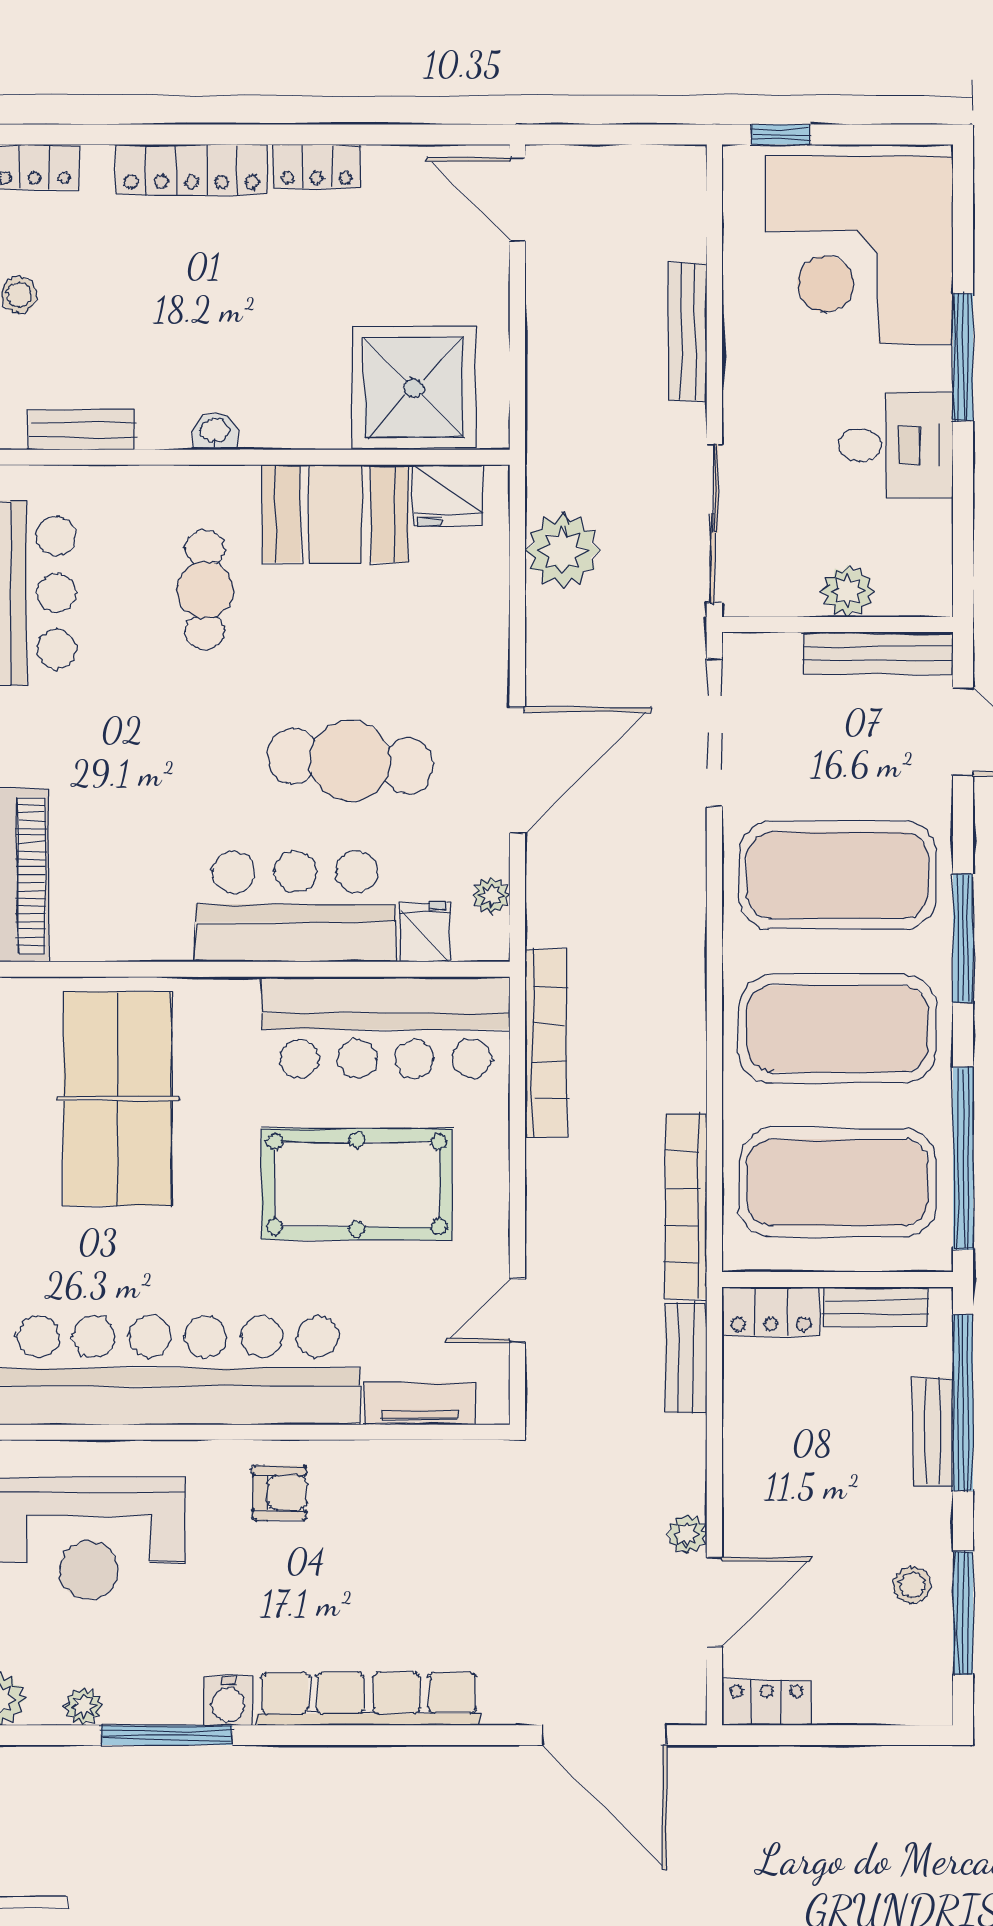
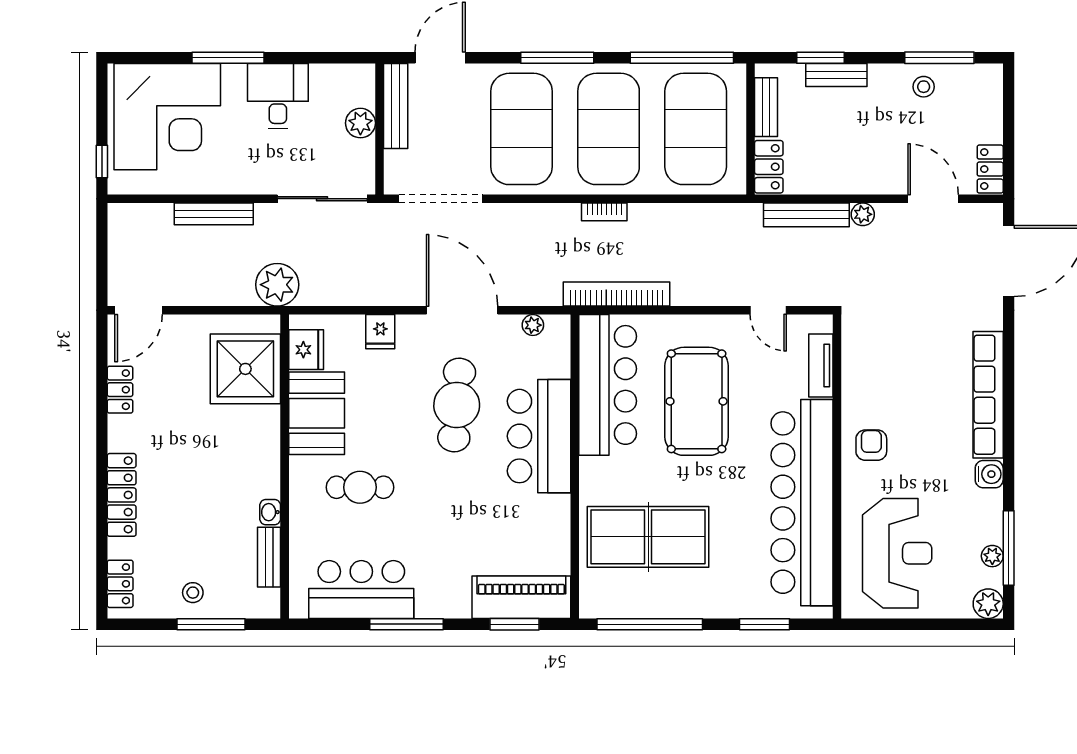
locker: (316, 167) -> (120, 390), moved
washbasin: (215, 432) -> (270, 512), moved
plant: (563, 550) -> (277, 285), moved
fridge: (425, 932) -> (380, 332), moved, turned -90
bookcase: (686, 1206) -> (604, 212), moved, width x0.43, depth x0.76
bench: (686, 1358) -> (806, 215), width x1.36
window: (963, 1403) -> (820, 58), width x0.47
plant: (687, 1534) -> (863, 214), moved
window: (166, 1735) -> (1009, 548), moved

